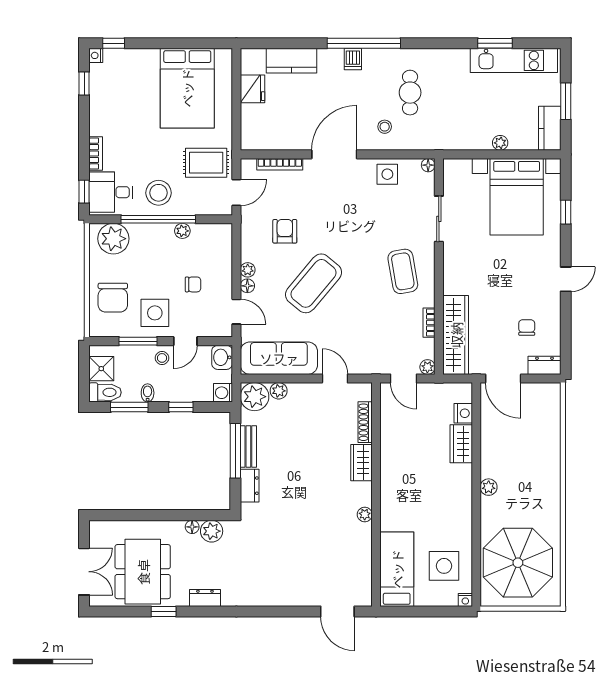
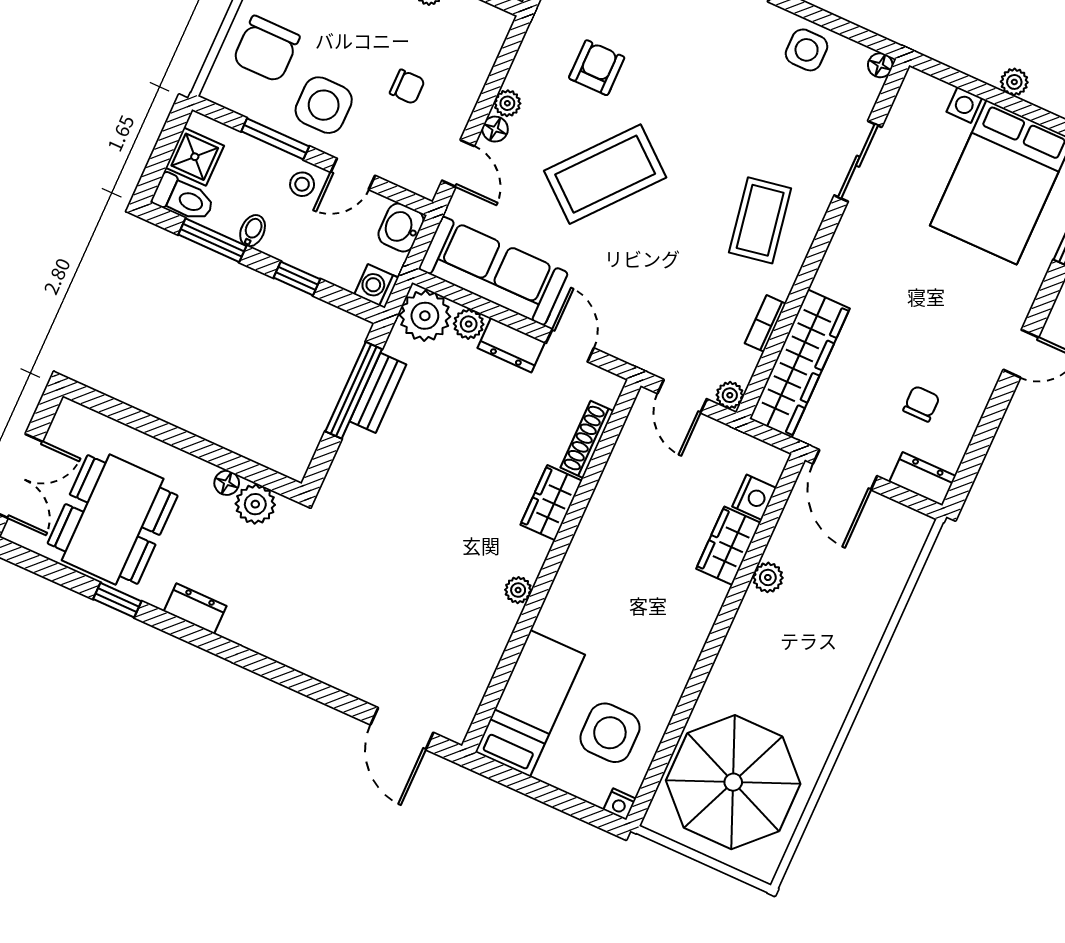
dresser: (250, 486) -> (511, 345), moved, turned 90
plant: (489, 487) -> (768, 577), moved

